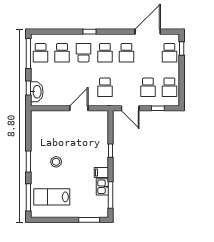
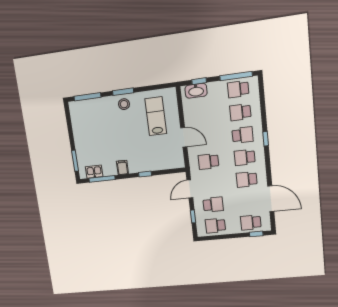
school desk: (148, 87) -> (213, 205), turned 180
stool: (56, 162) -> (124, 104), moved
kitchen sink: (102, 187) -> (94, 172), moved
lab bench: (52, 197) -> (156, 116), moved

